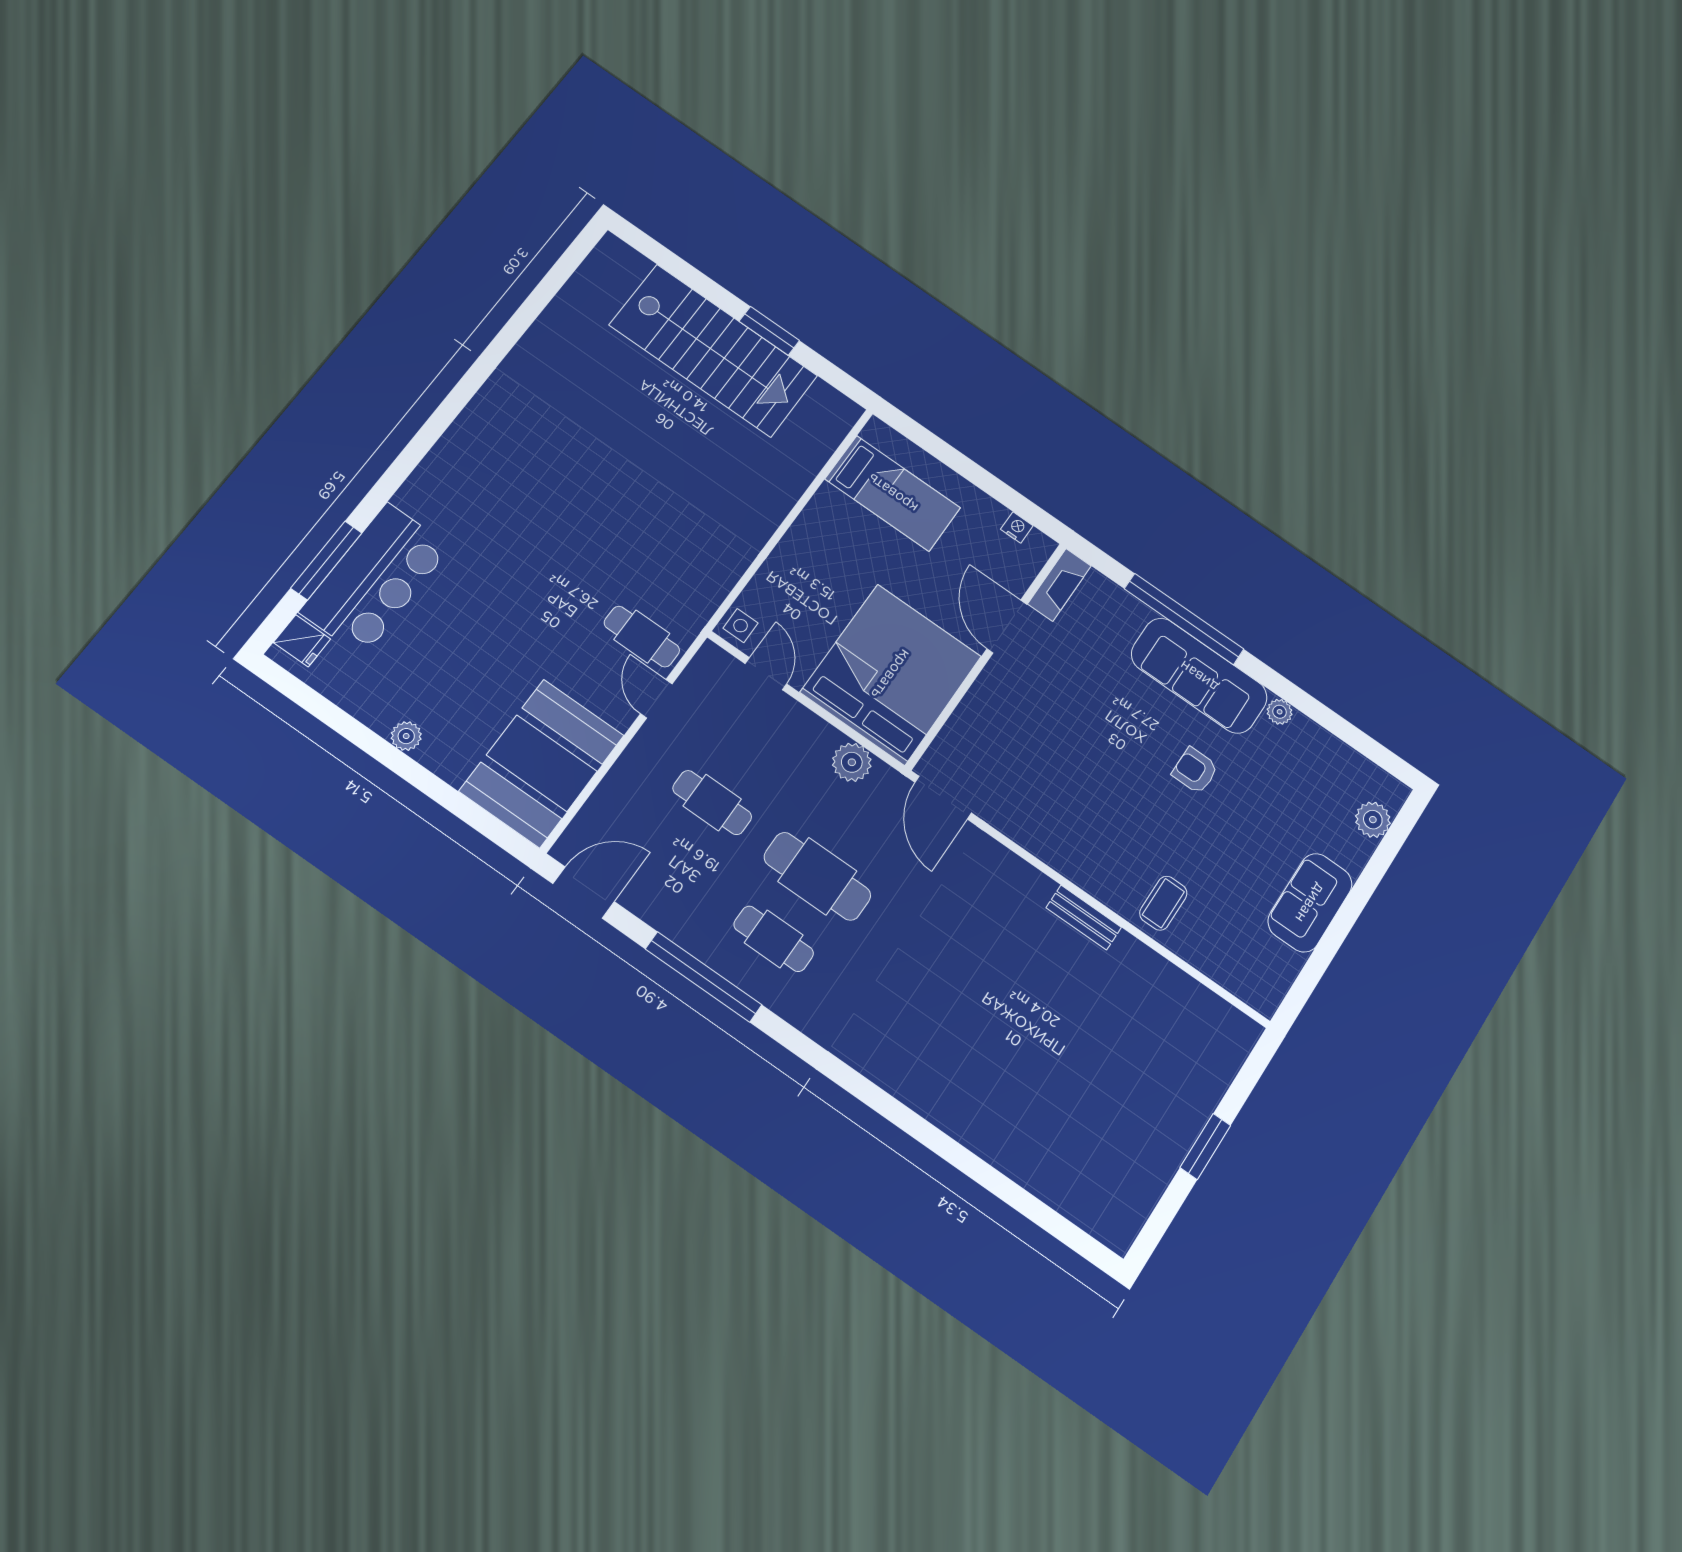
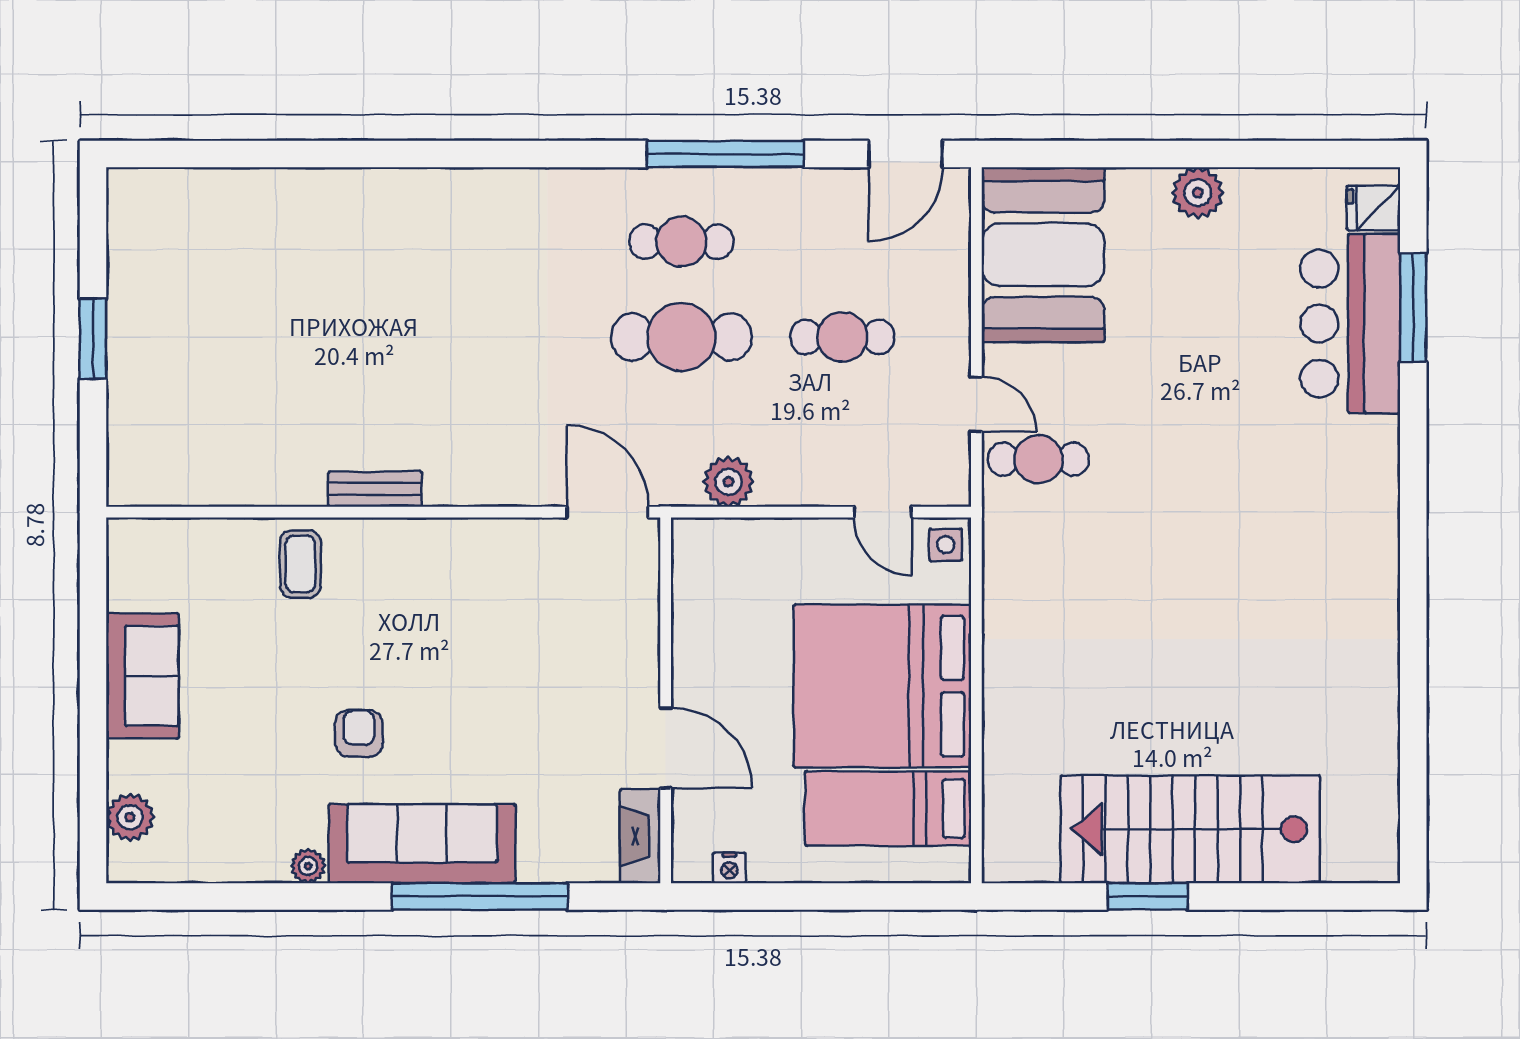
bed: (891, 674) -> (882, 686), moved, turned 90
plant: (406, 736) -> (1198, 193), width x1.38, depth x1.38
armchair: (1195, 771) -> (359, 733), turned -90

